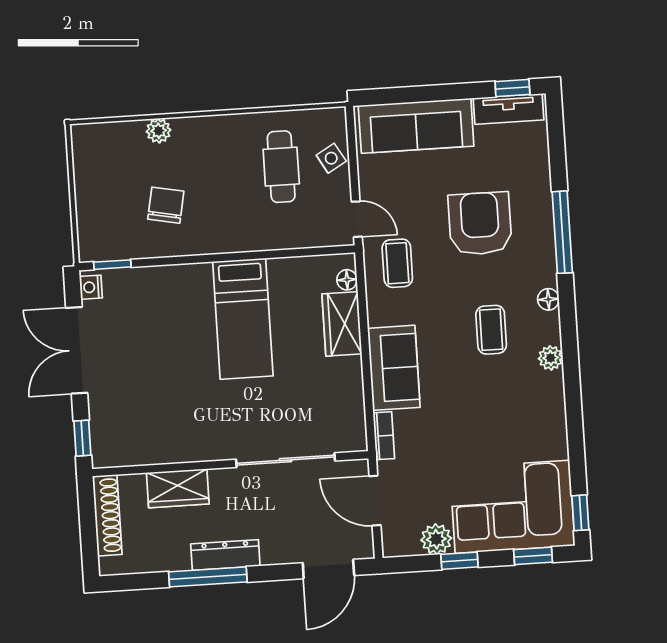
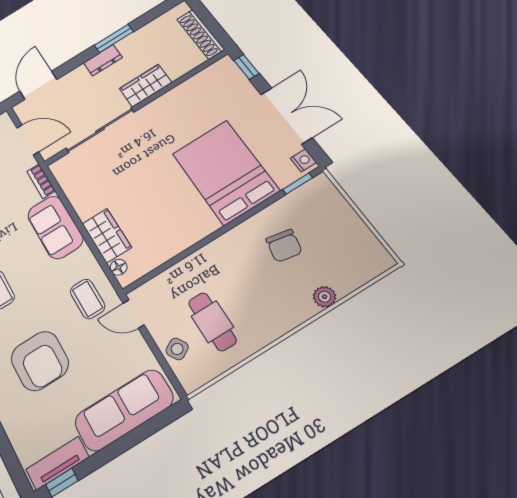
bed: (243, 319) -> (225, 172), moved, width x1.50
wardrobe: (178, 488) -> (145, 86), moved
dresser: (225, 555) -> (103, 60), width x0.70
window: (208, 577) -> (114, 38), width x0.69

